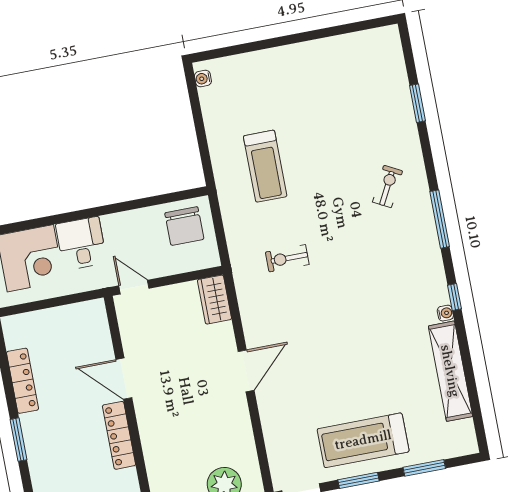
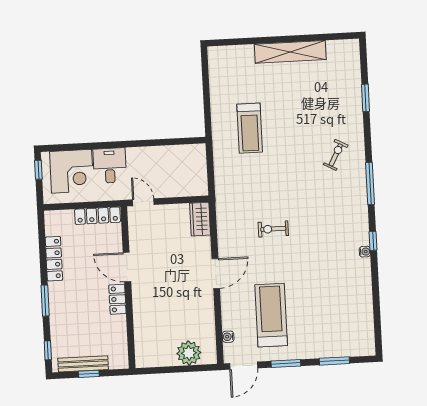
water cooler: (203, 78) -> (228, 337), moved
chair: (184, 226) -> (186, 163), removed
exercise bike: (287, 258) -> (273, 229), moved
locker: (74, 314) -> (98, 216), added
shelving: (450, 371) -> (290, 52), moved, turned 90
locker: (119, 435) -> (117, 299), width x0.66
treadmill: (363, 440) -> (271, 315), moved, turned 90

